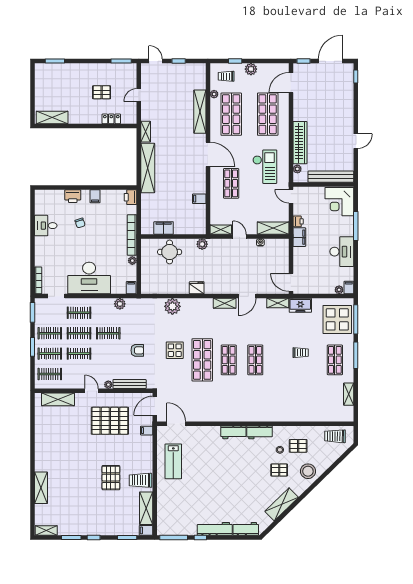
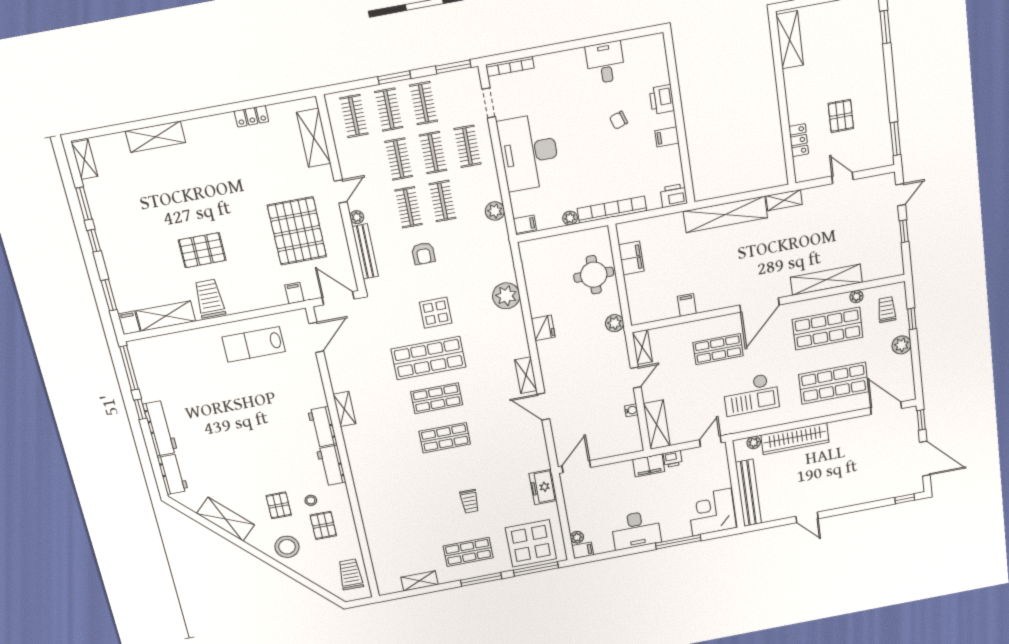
shelving: (278, 303) -> (344, 409), moved
clothes rail: (108, 354) -> (408, 207), added
locker: (39, 432) -> (251, 116), added

